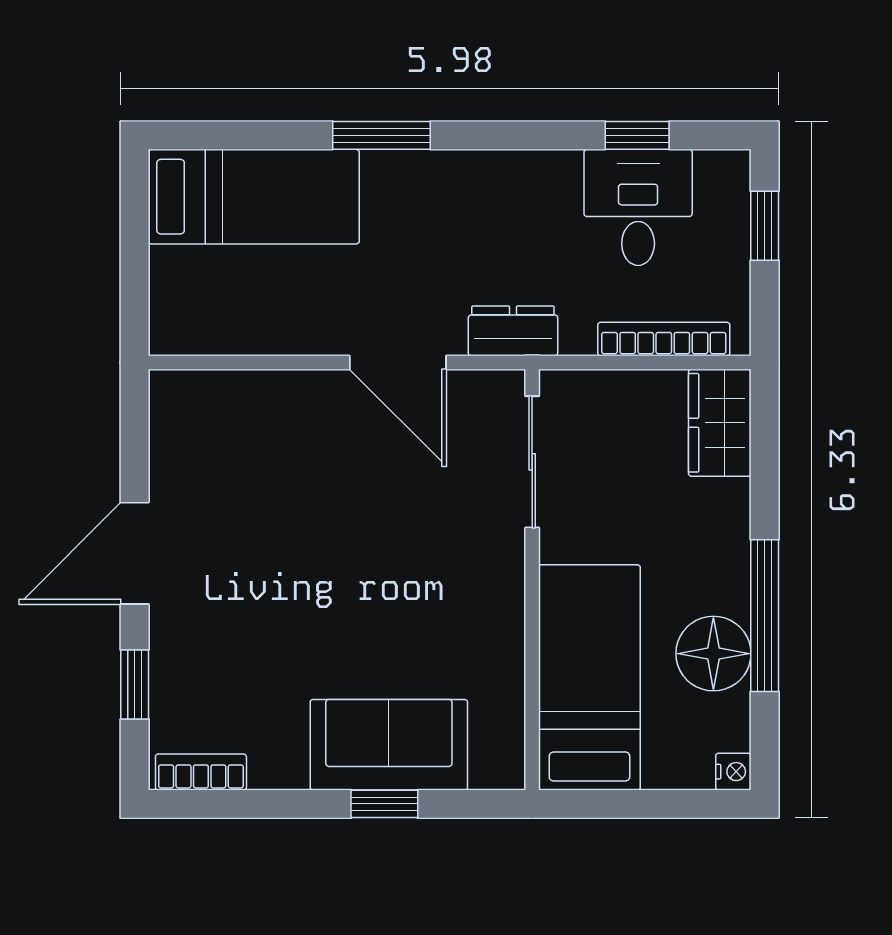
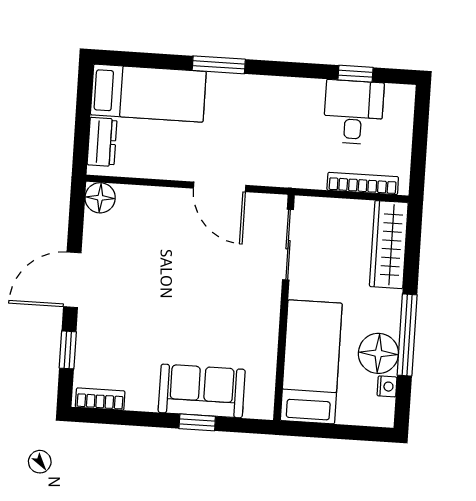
window: (765, 226) -> (421, 126), removed
dresser: (513, 331) -> (102, 142), moved, turned 90
floor lamp: (177, 397) -> (100, 198), added
wardrobe: (720, 423) -> (389, 245), width x1.50
nightstand: (733, 772) -> (387, 386), moved

